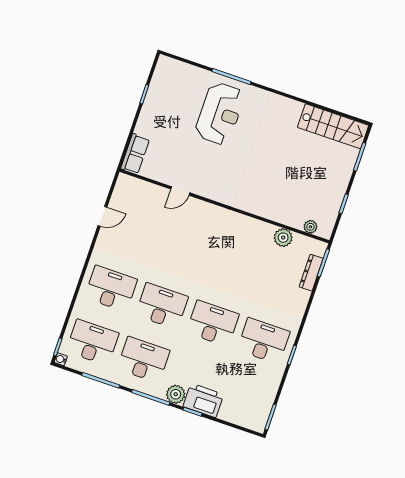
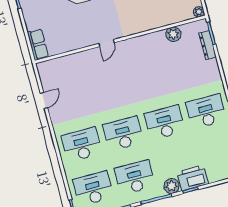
door: (180, 191) -> (106, 43), moved
plant: (310, 227) -> (199, 12), moved

